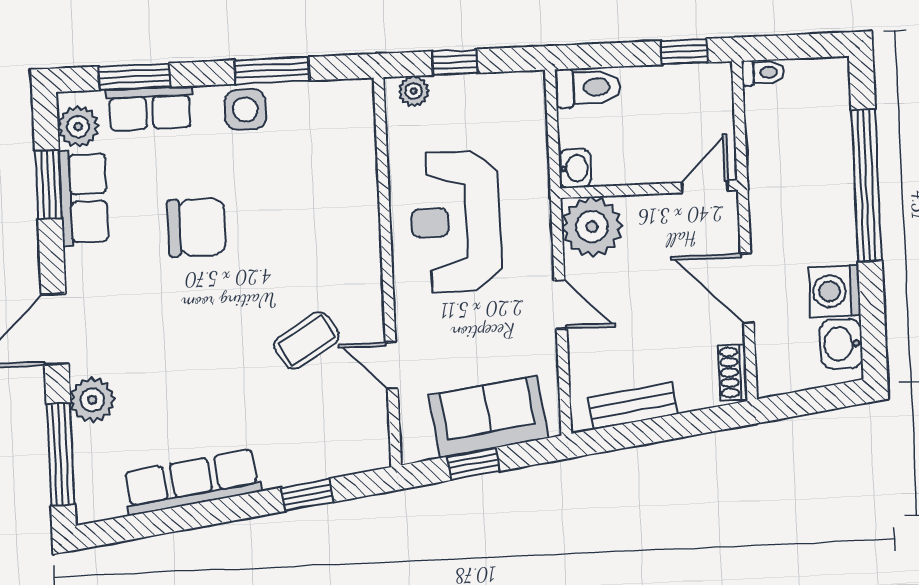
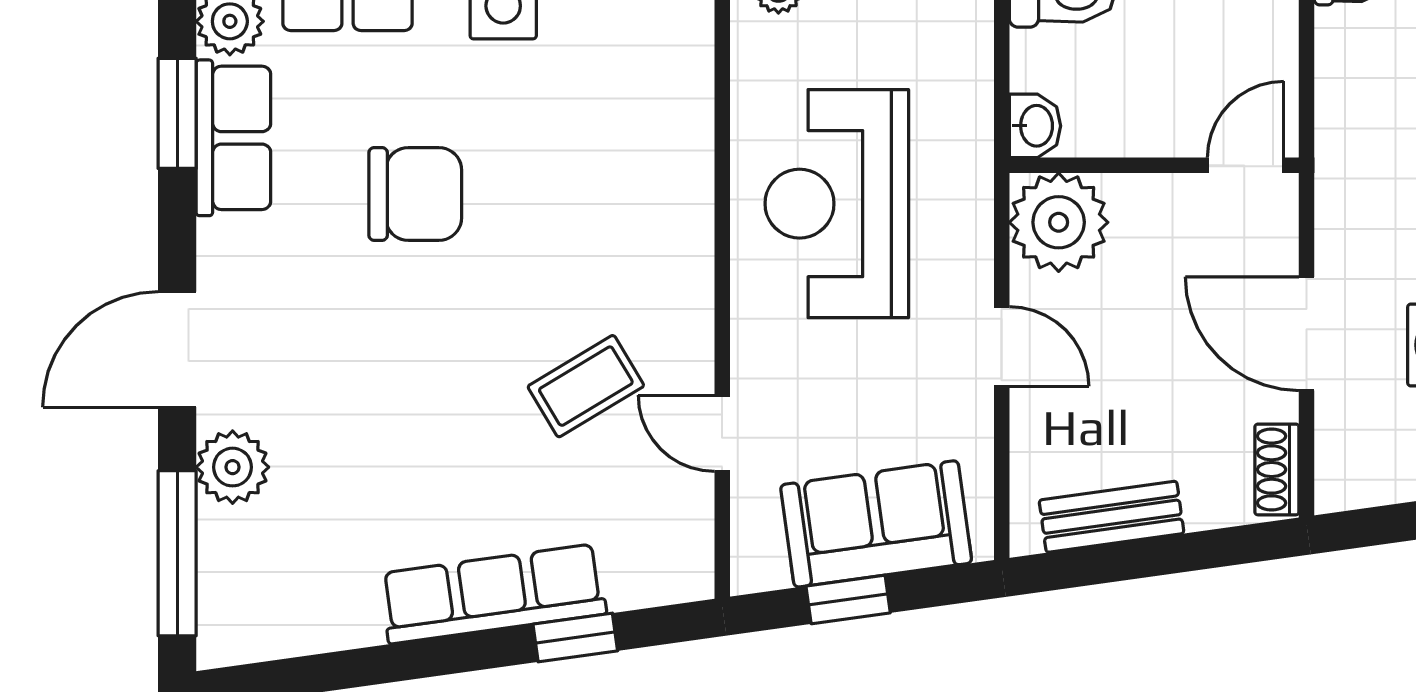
row of seats: (192, 482) -> (493, 594), moved

